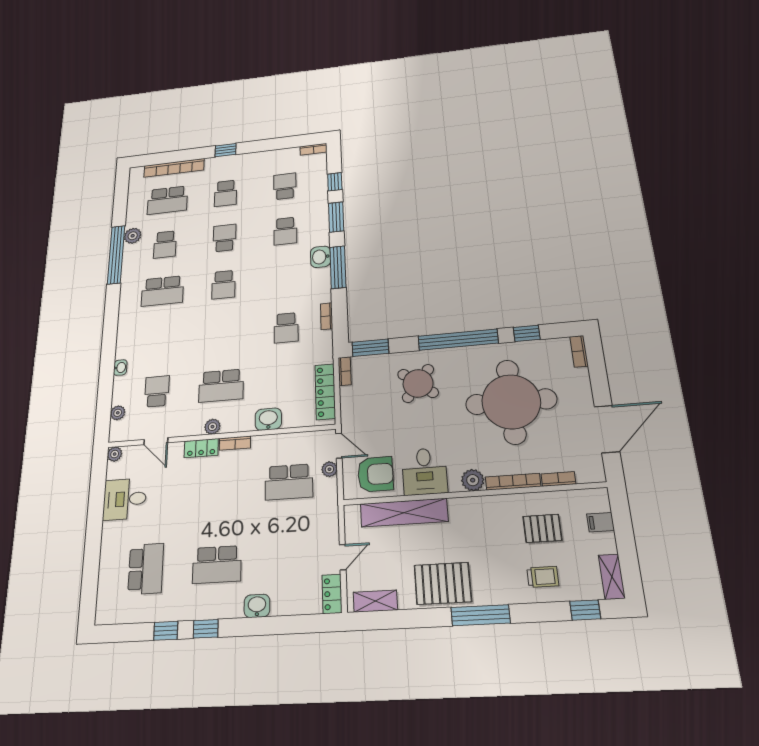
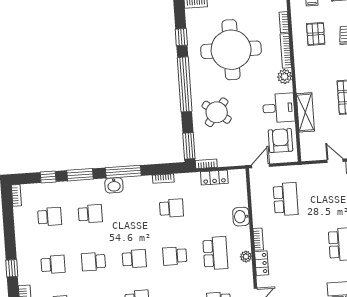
school desk: (285, 186) -> (50, 217), turned 180
school desk: (222, 334) -> (175, 256), added
locker: (325, 392) -> (214, 178), width x0.66
plant: (329, 469) -> (277, 172), removed
shelving: (404, 513) -> (305, 112), width x0.68

